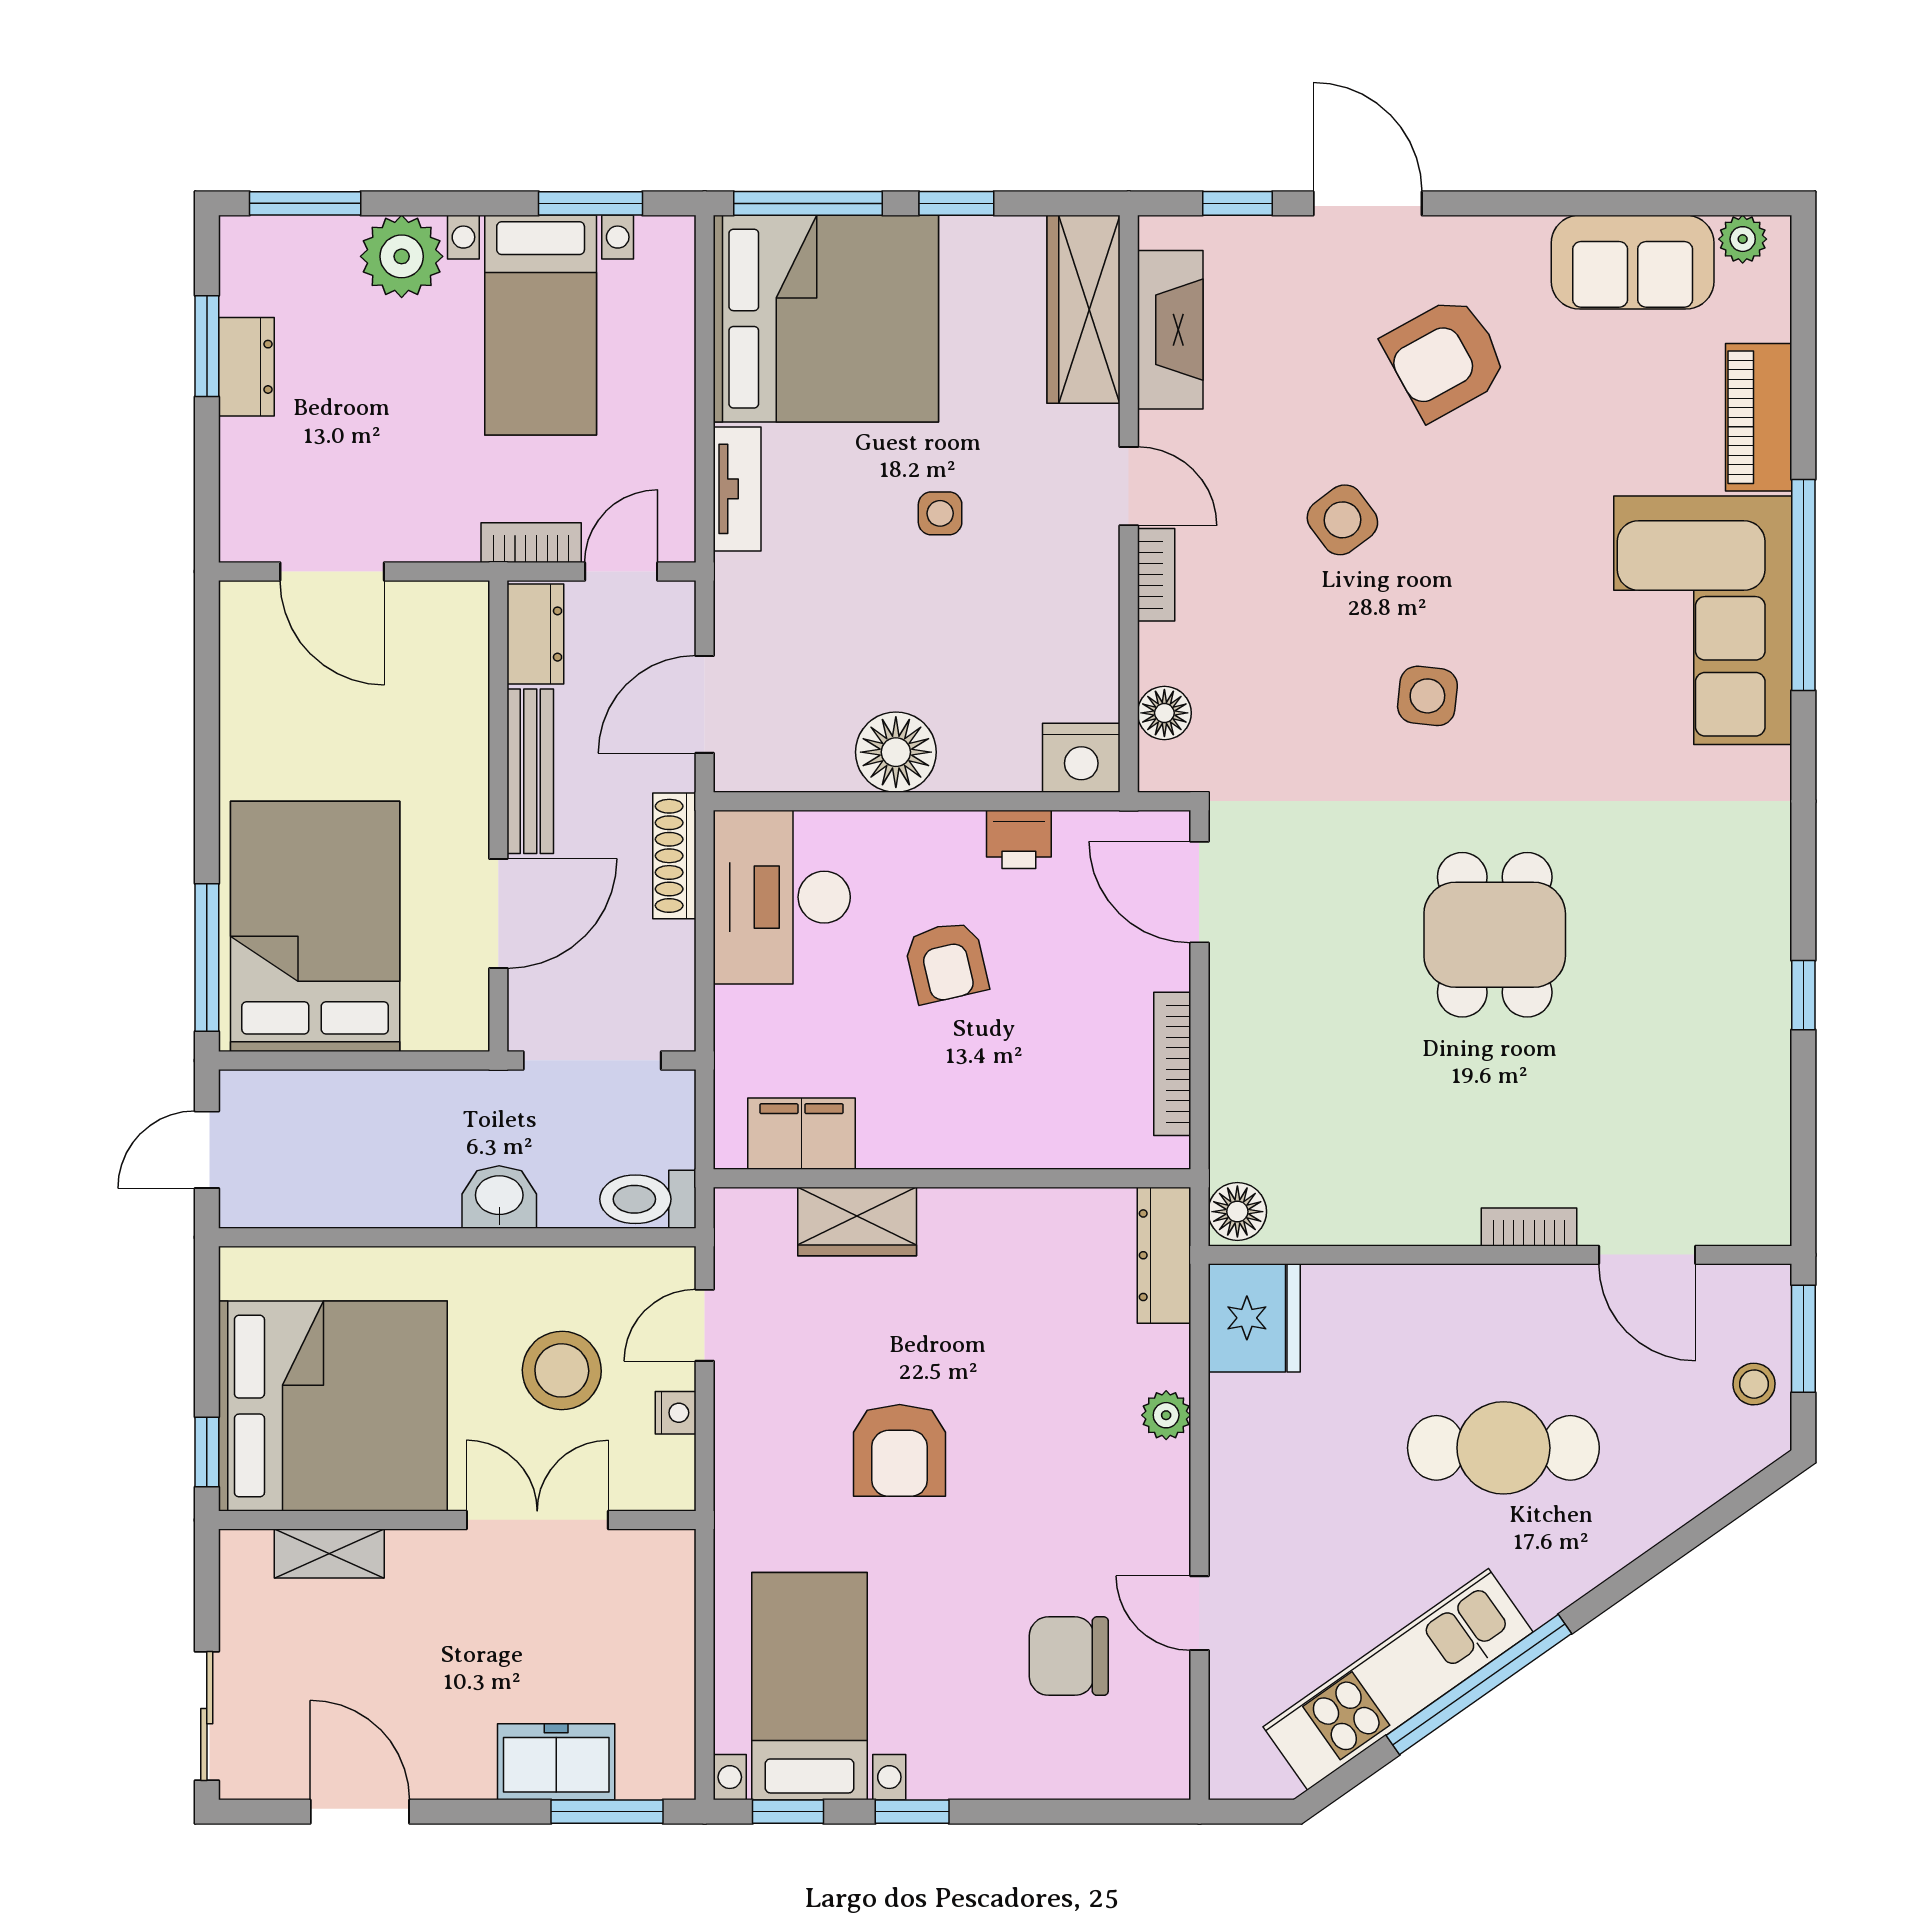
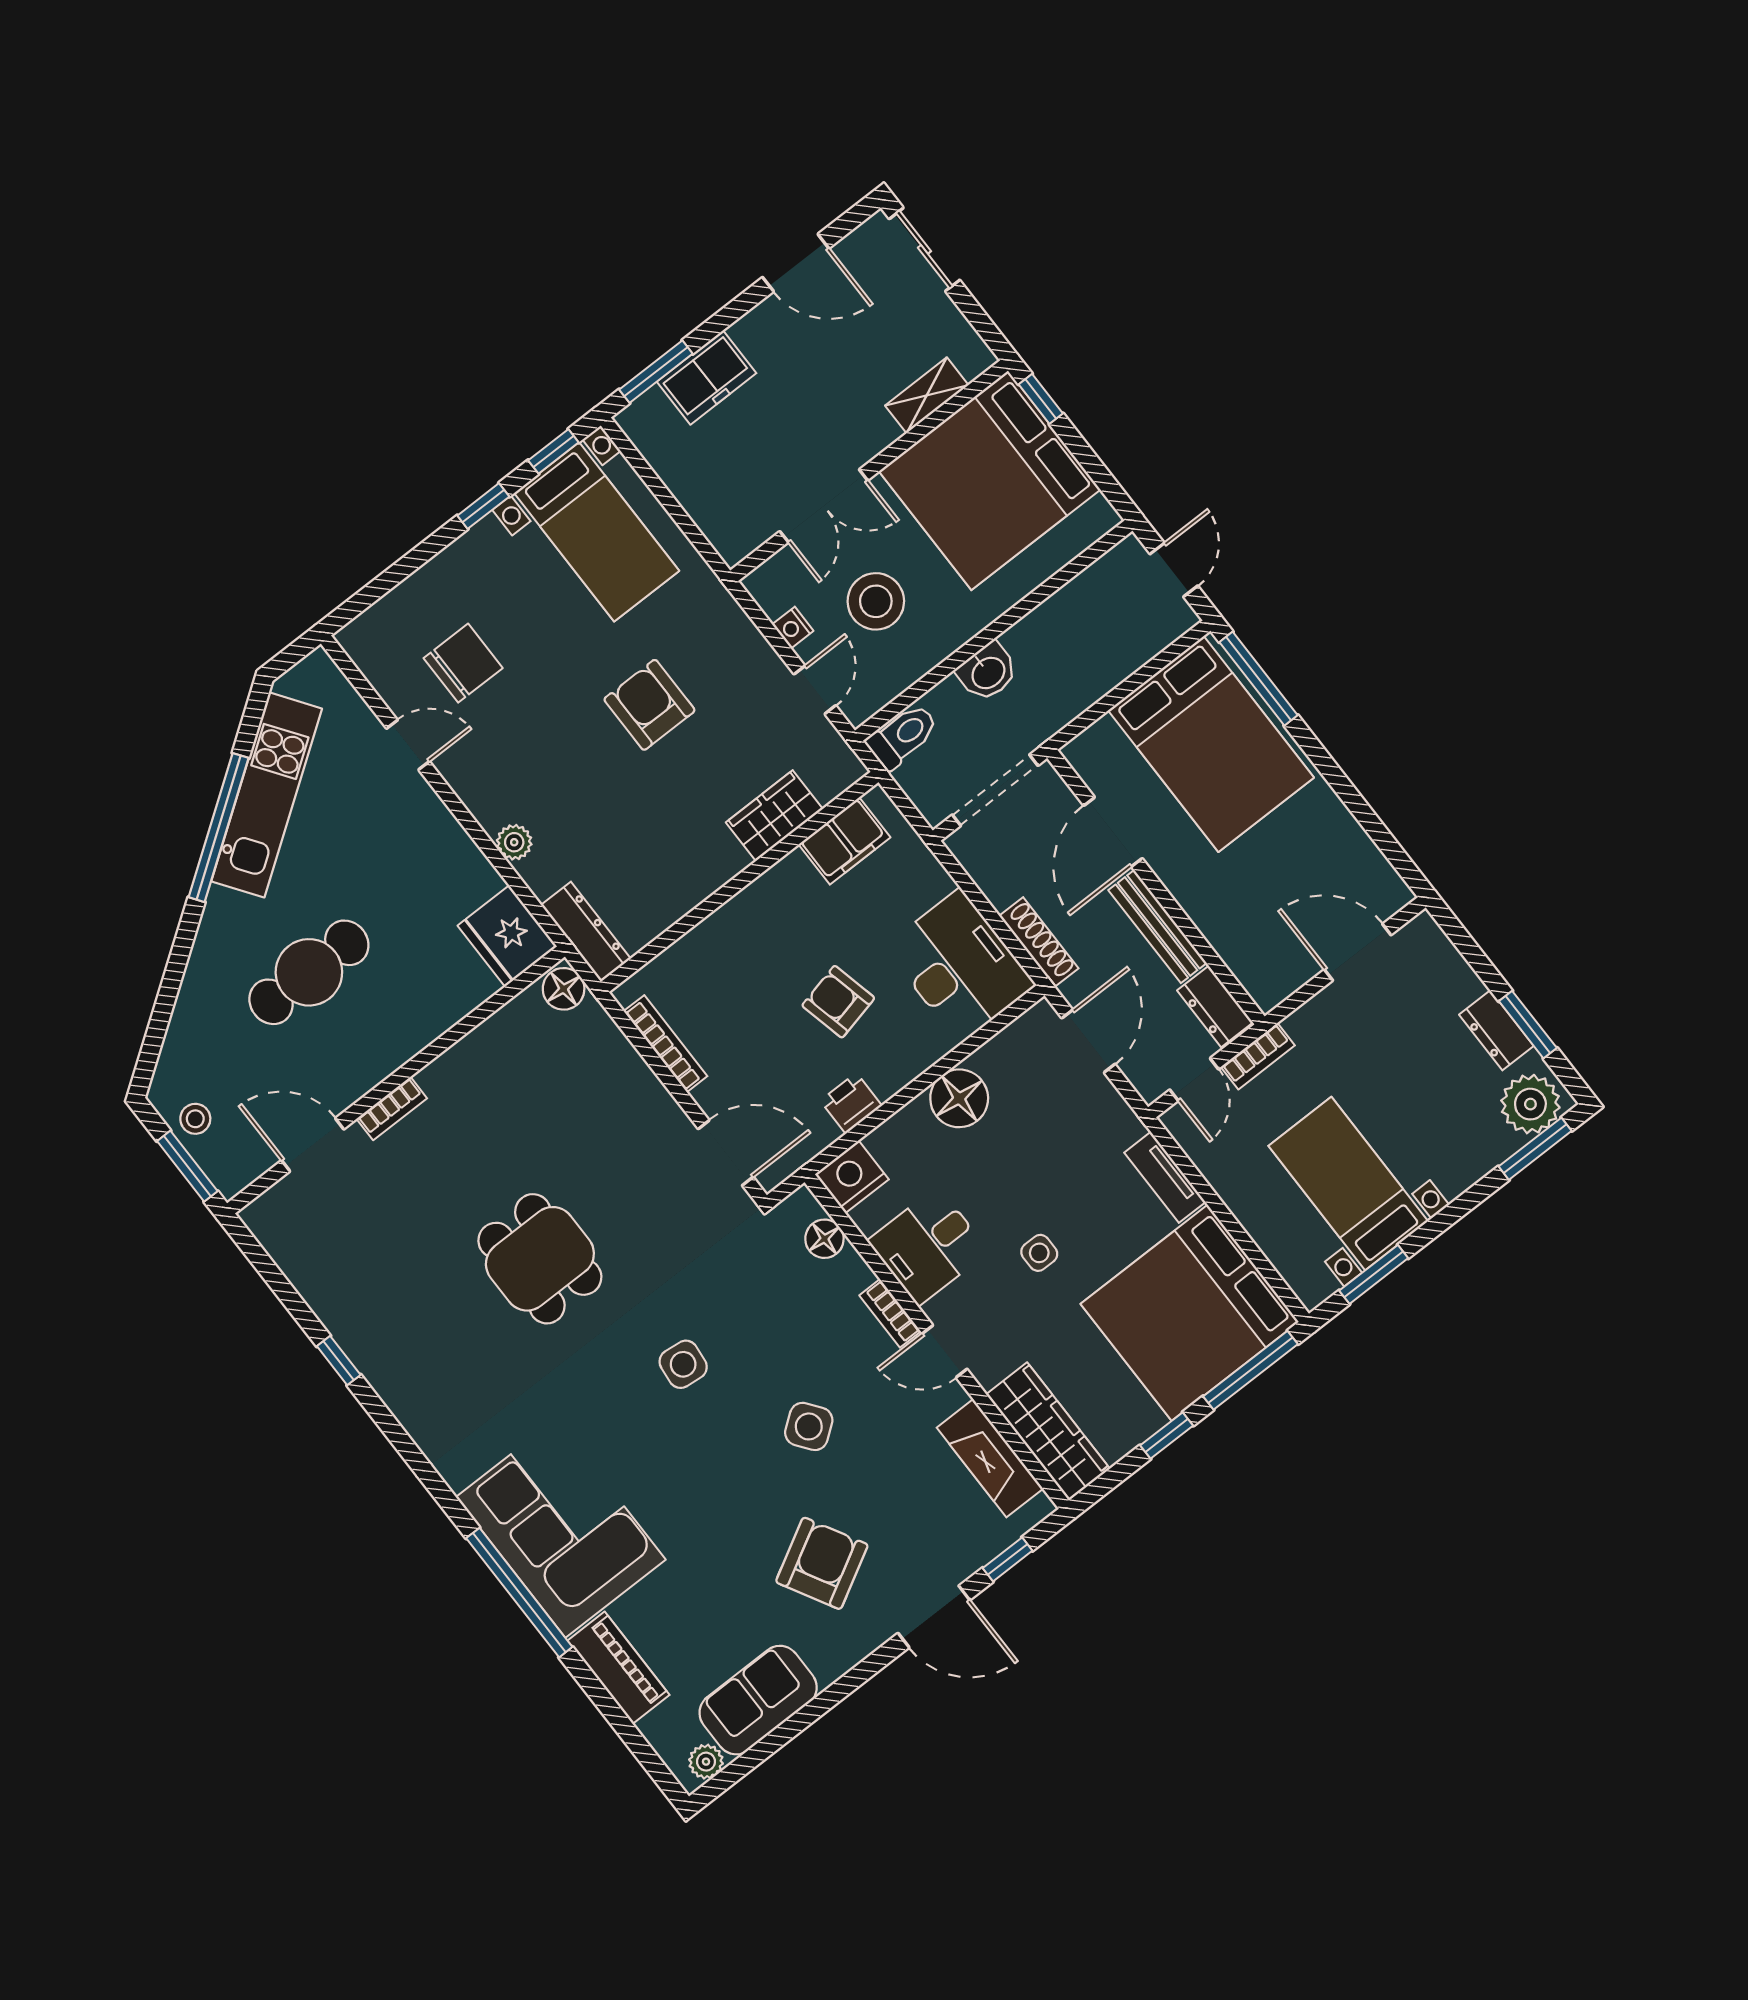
plant: (402, 256) -> (1530, 1104), moved
desk: (1057, 616) -> (928, 1246), added

